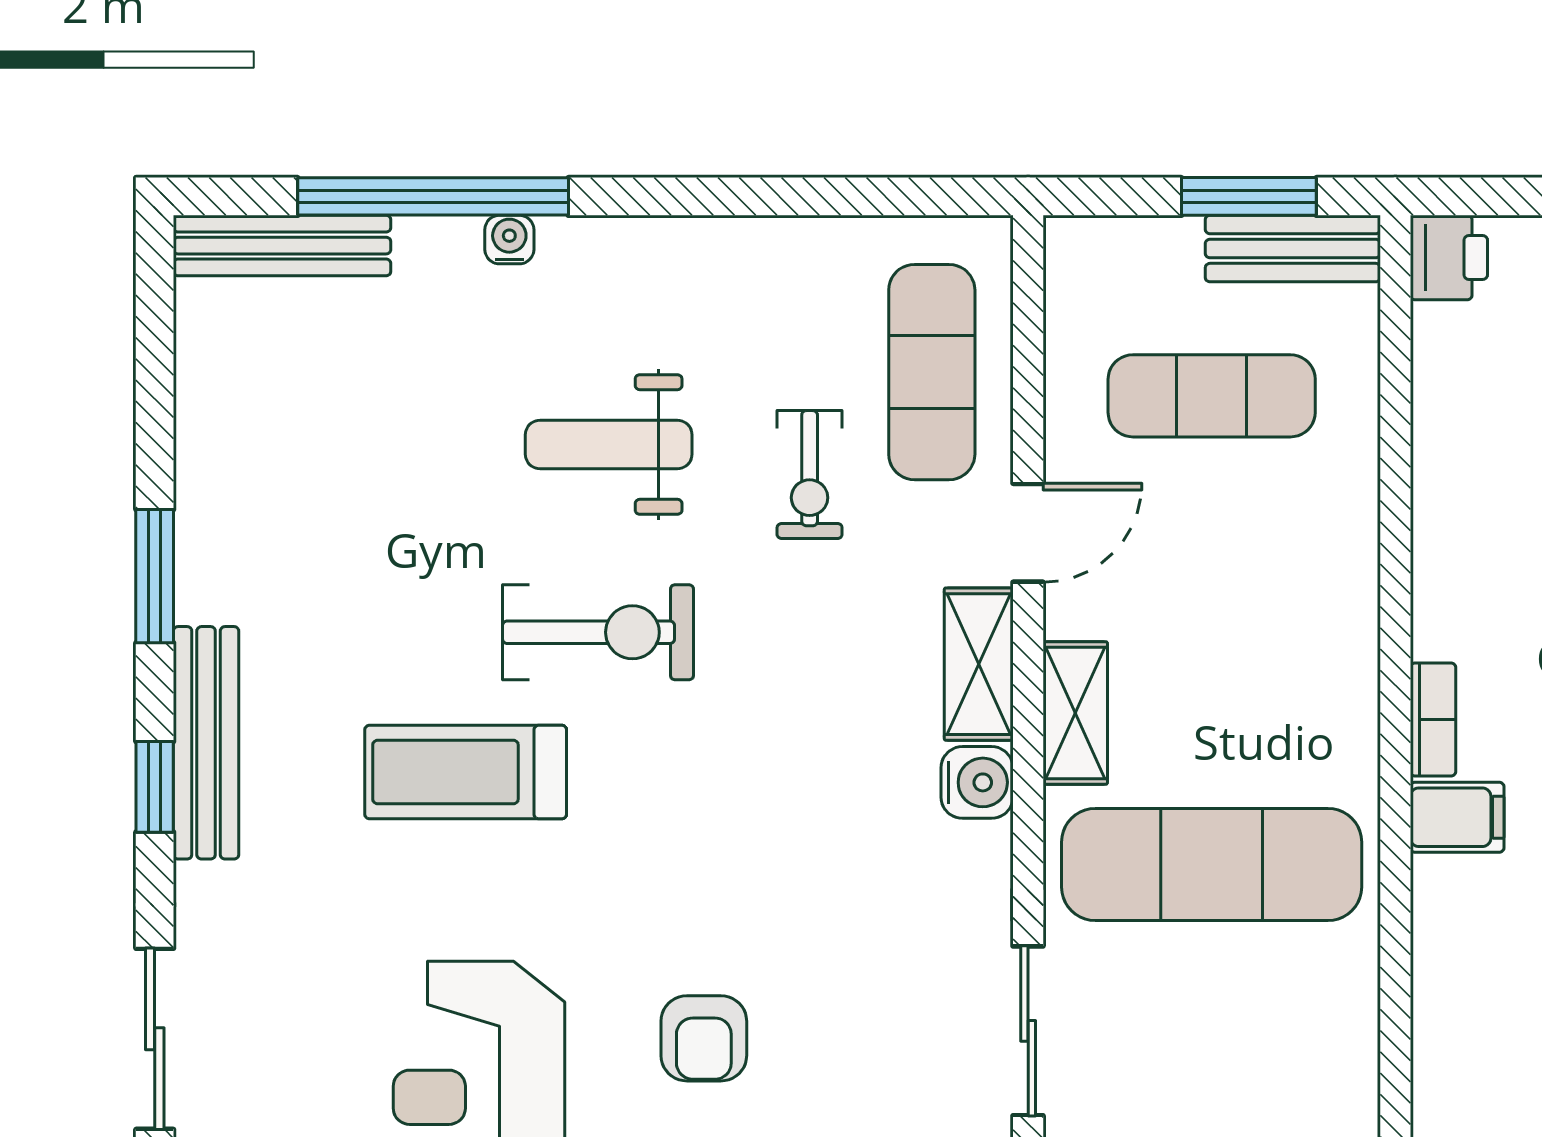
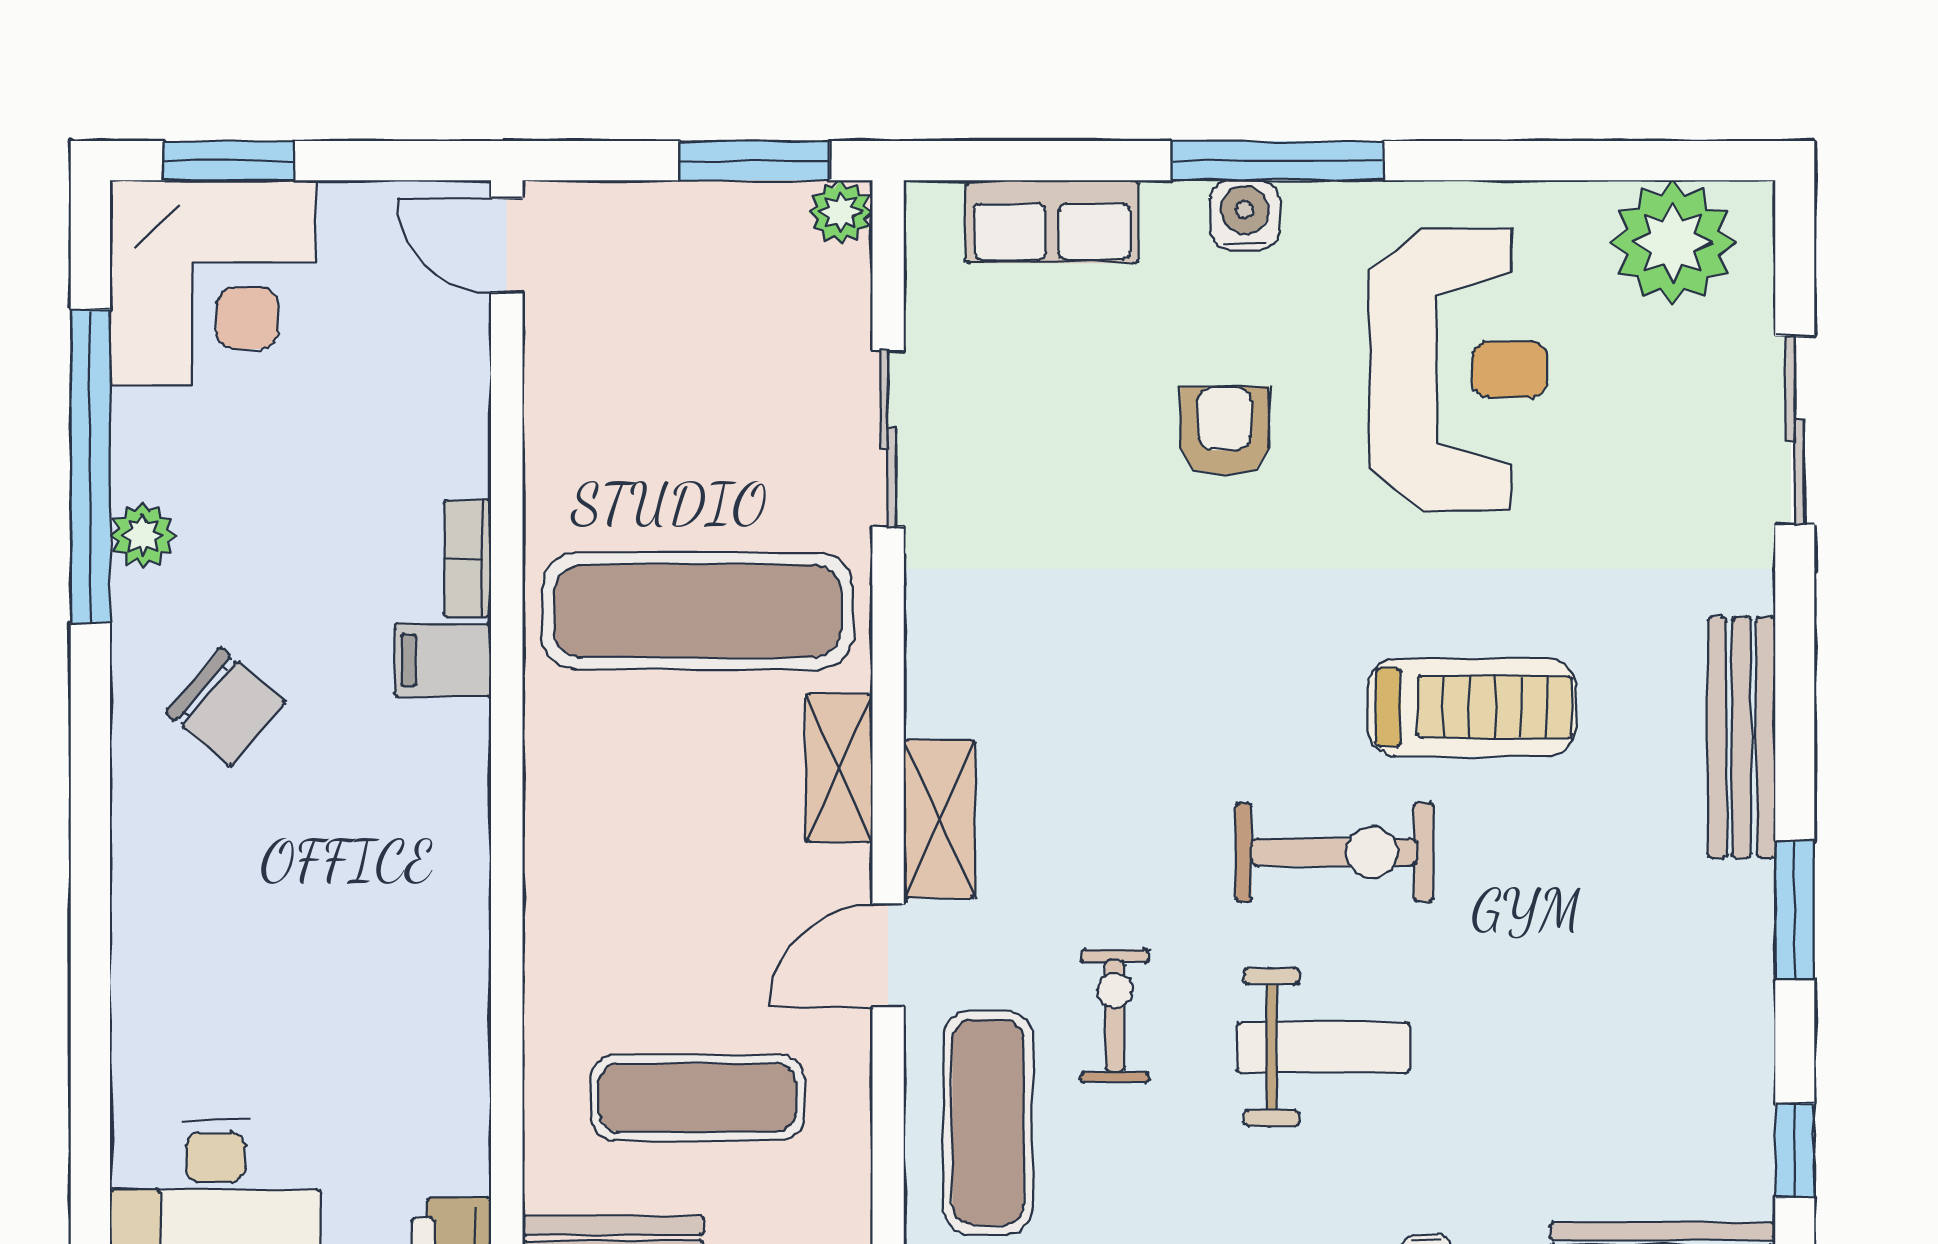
exercise bike: (598, 632) -> (1334, 852), turned 180
bookcase: (1433, 720) -> (468, 559), moved
water cooler: (977, 782) -> (941, 696), removed
window: (155, 787) -> (1795, 1150), moved

